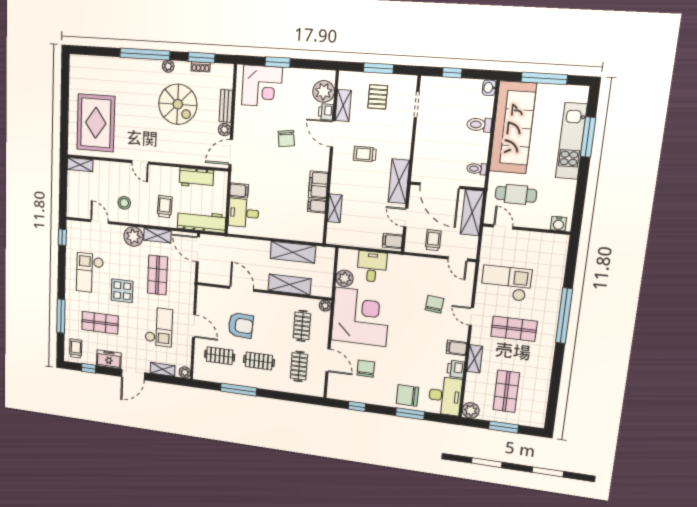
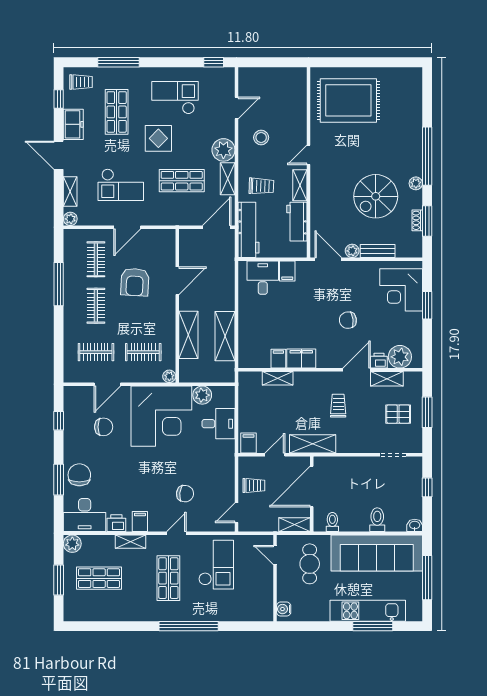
shelving: (80, 165) -> (300, 185), moved
shelving: (472, 213) -> (295, 525), width x0.67, depth x0.75
door: (503, 227) -> (275, 555), swing flipped

